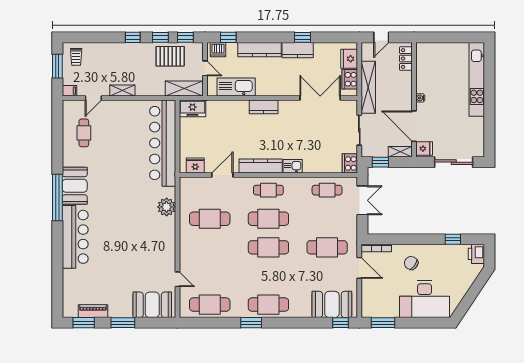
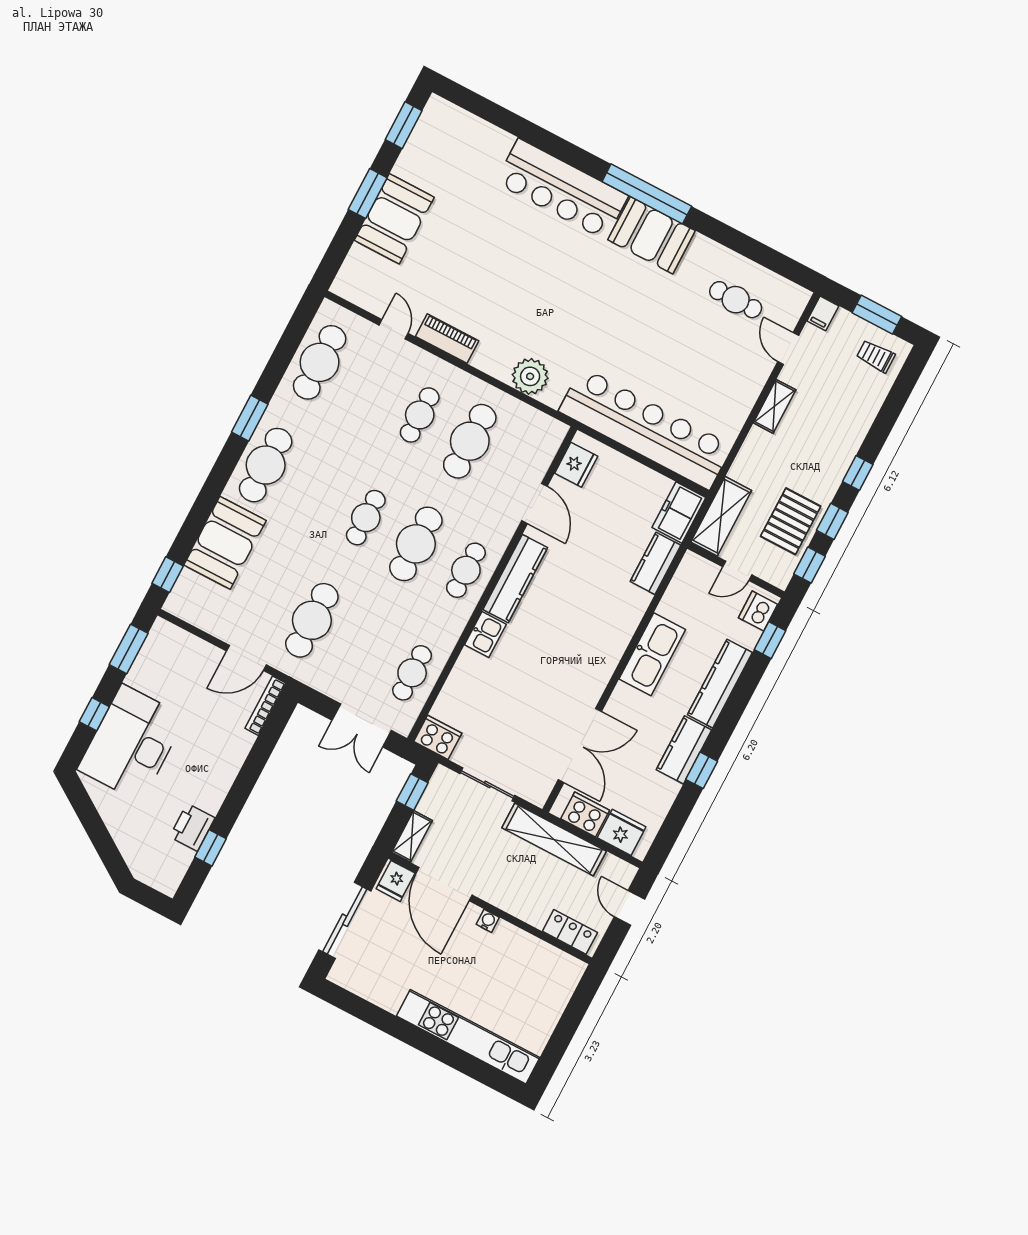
kitchen sink: (236, 87) -> (652, 654), moved
kitchen counter: (264, 107) -> (655, 563), moved
door: (414, 126) -> (444, 884), swing flipped
cafe table: (210, 247) -> (420, 415), added
cafe table: (268, 247) -> (366, 518), width x0.73, depth x0.74
printer: (476, 254) -> (192, 827), moved, turned -90
chair: (411, 263) -> (207, 753), removed
door: (177, 279) -> (394, 329), swing flipped
booth: (332, 304) -> (225, 543), moved
booth: (152, 305) -> (394, 219), moved
piano: (93, 311) -> (447, 339), moved, turned -90
window: (420, 323) -> (94, 714), added

